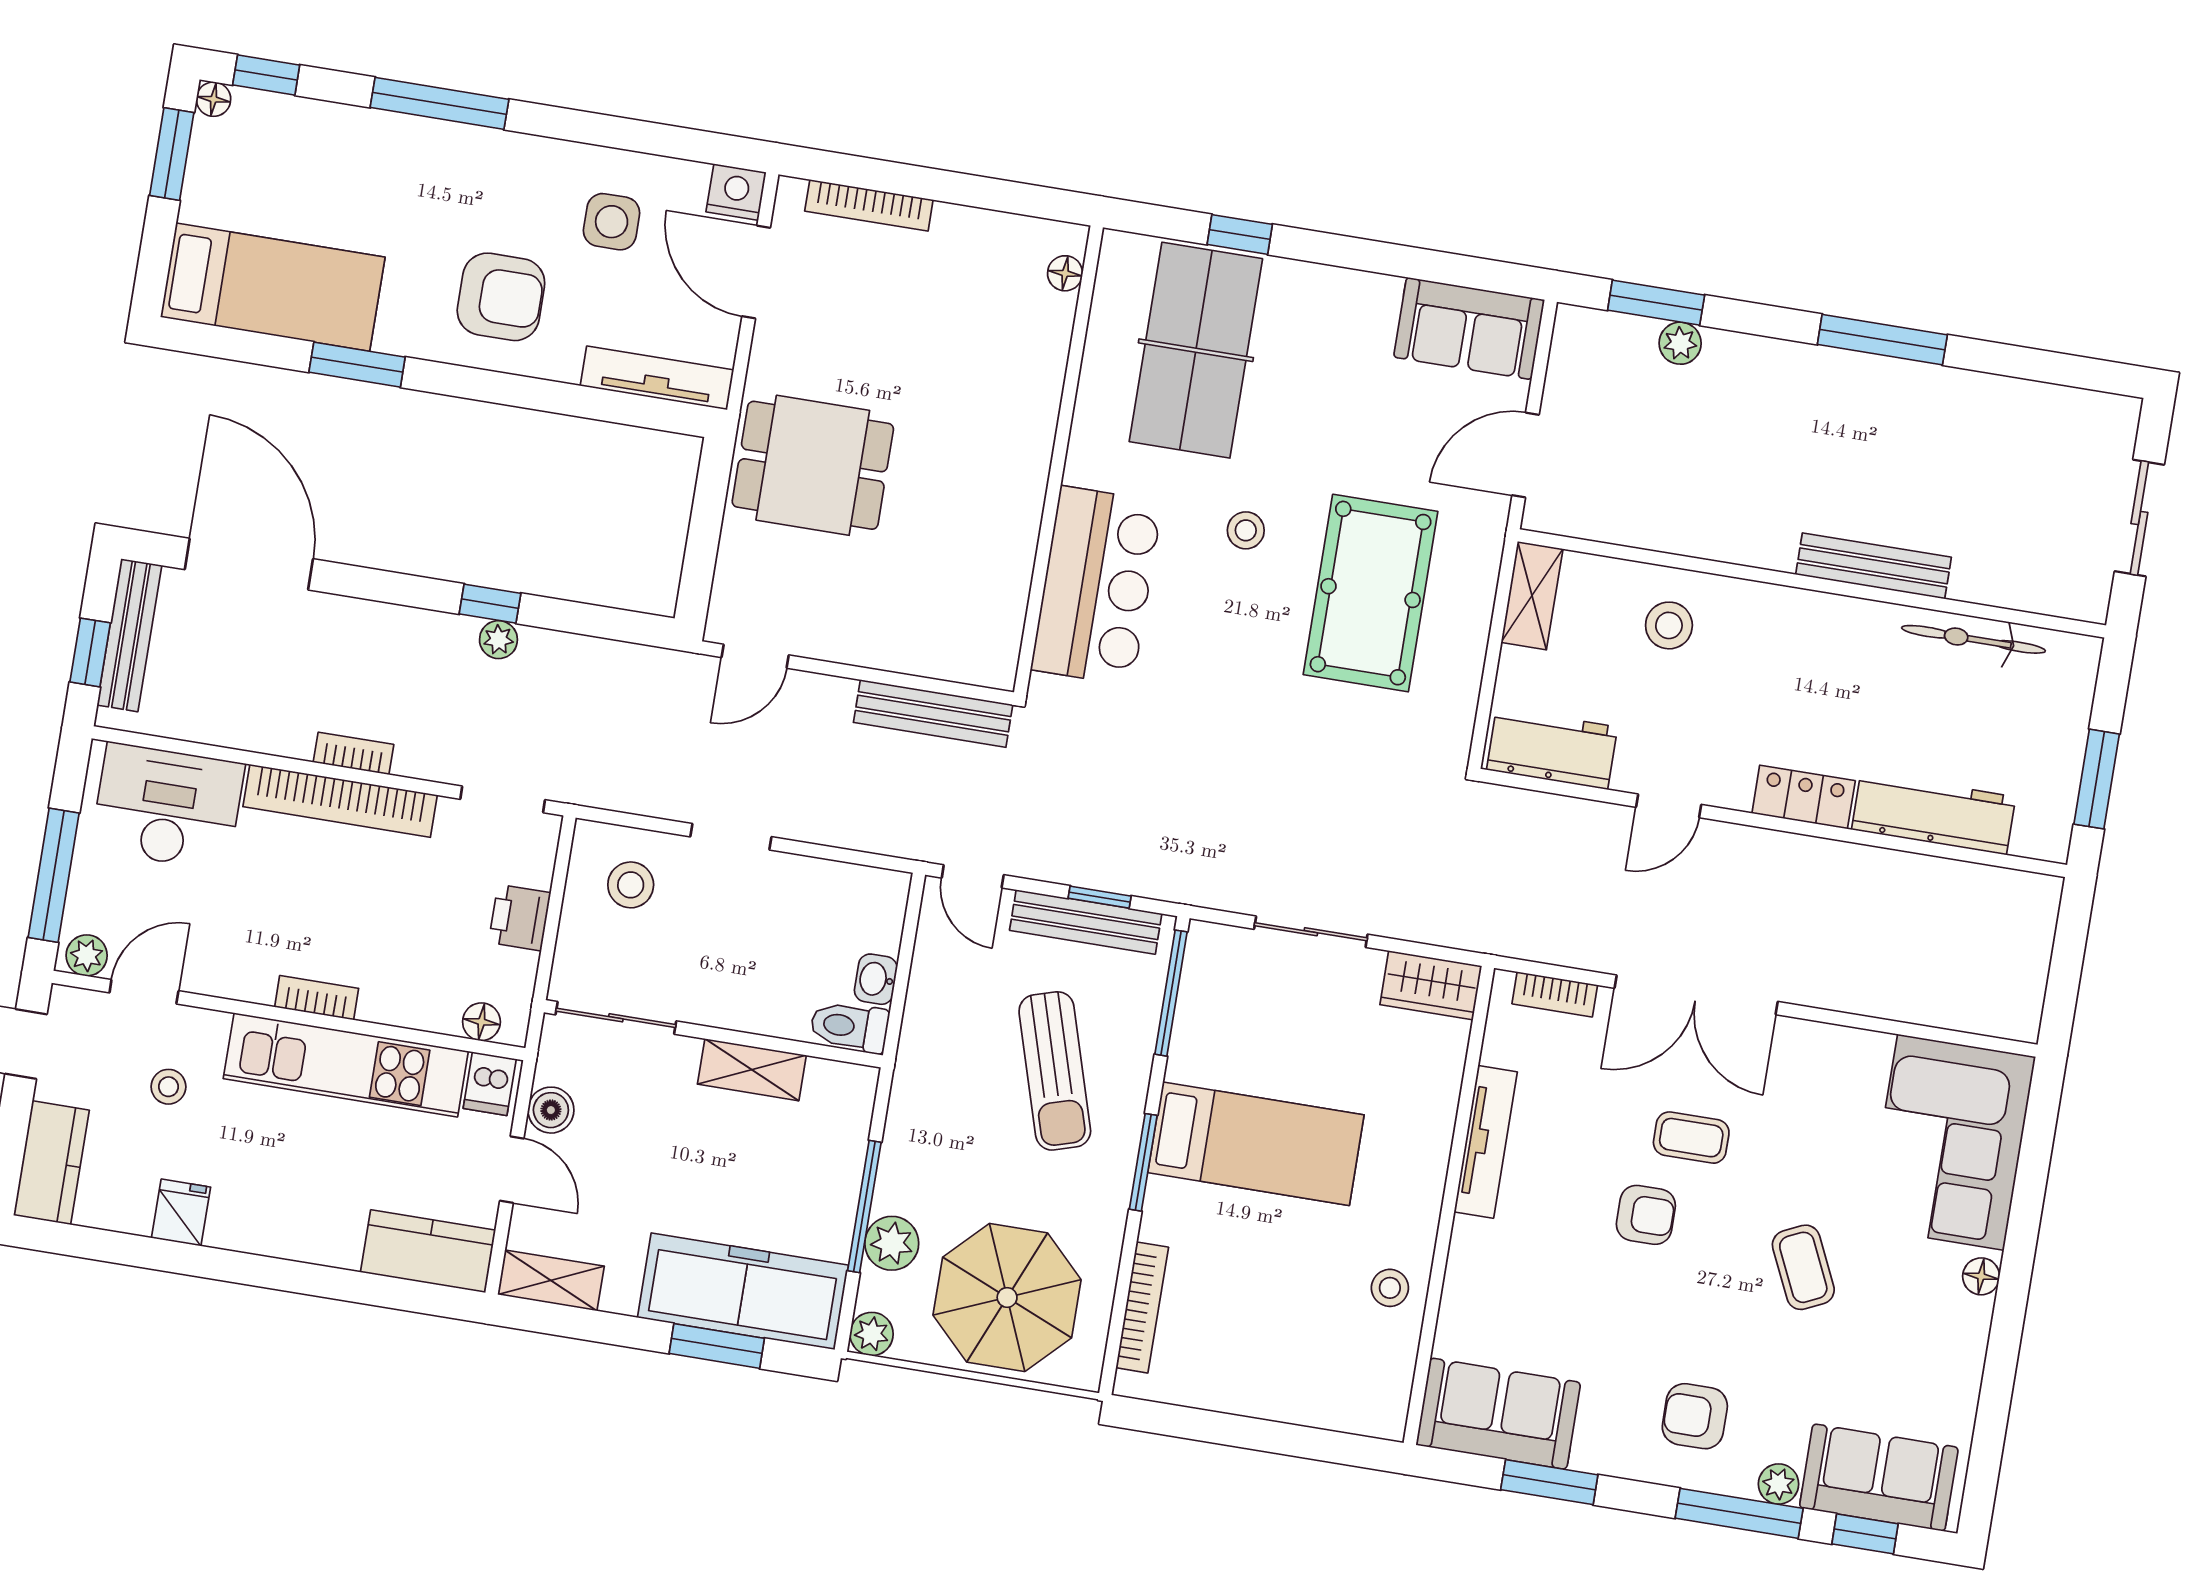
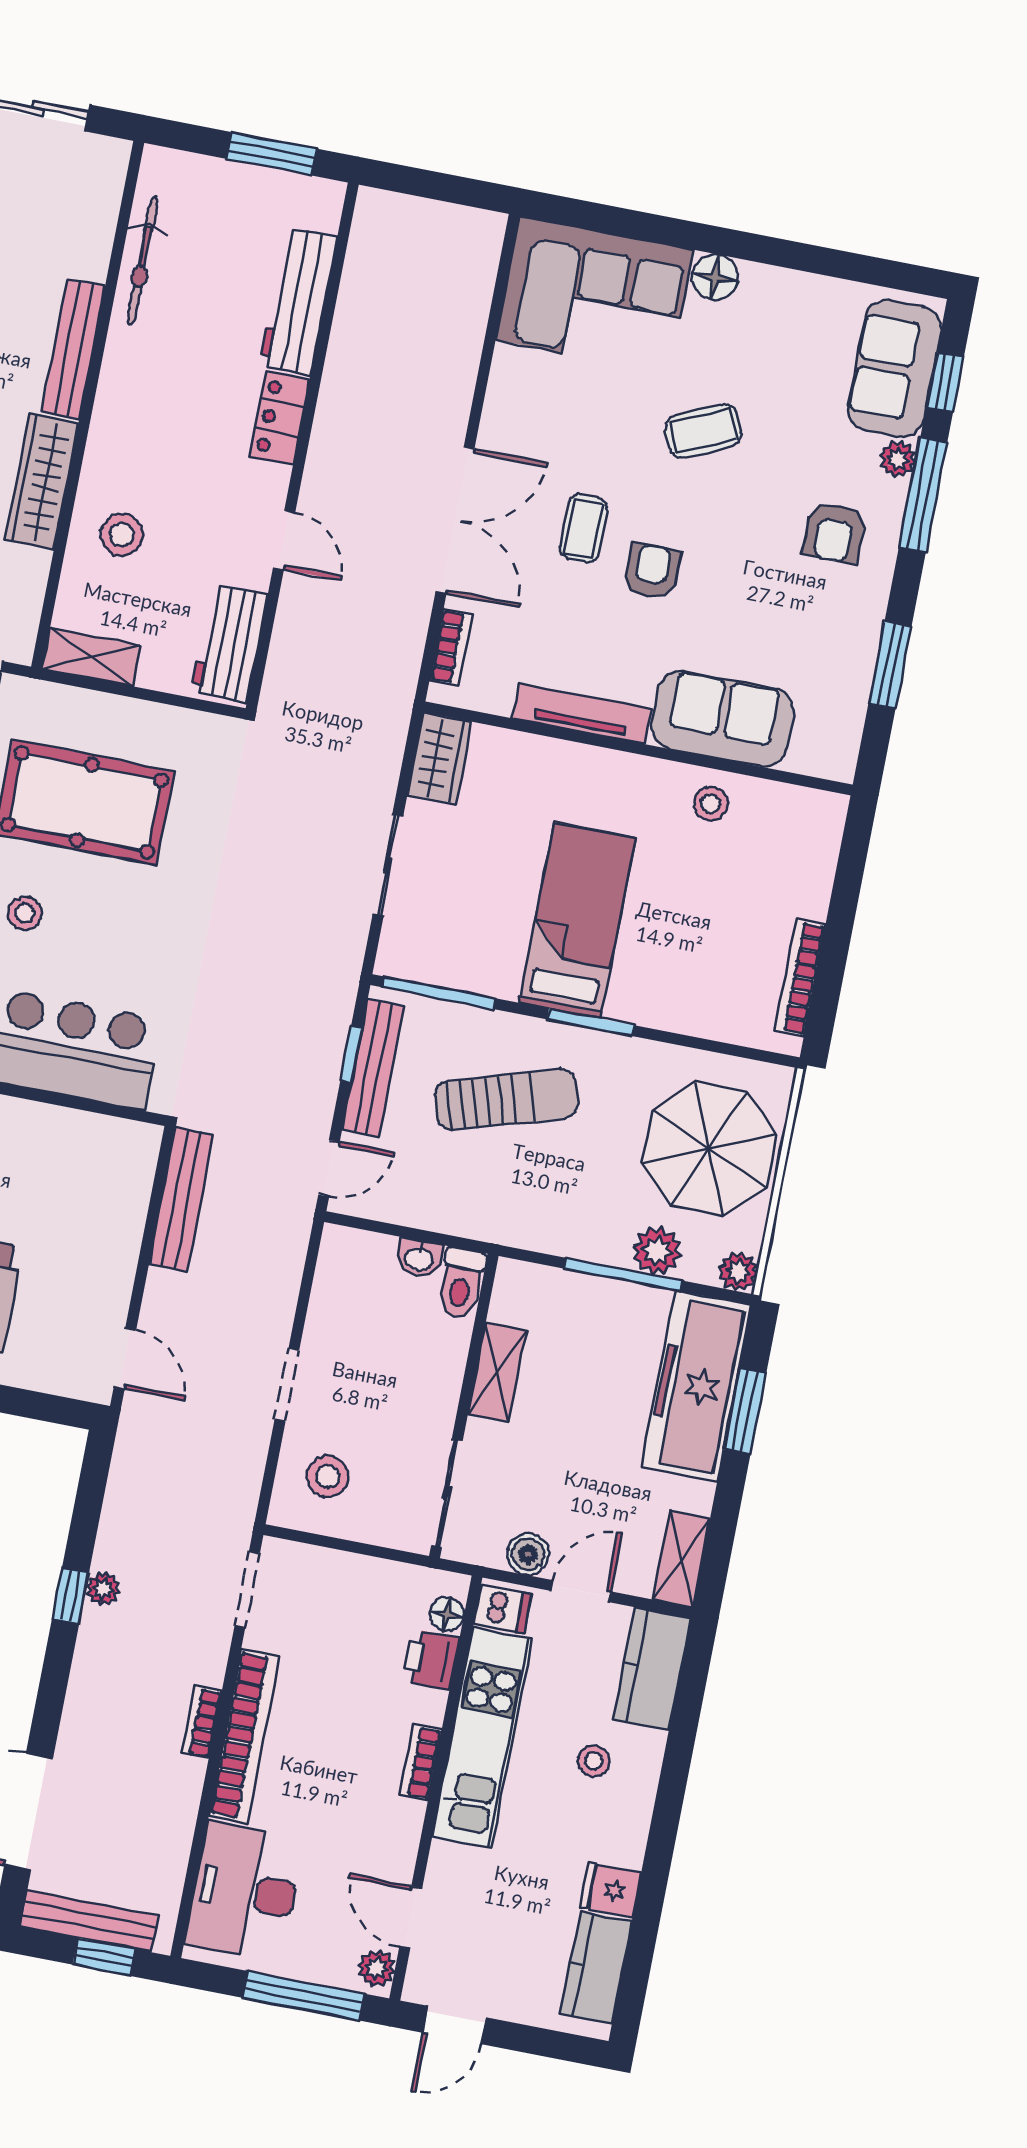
wardrobe: (1725, 535) -> (42, 482), added
printer: (520, 918) -> (431, 1659), moved, turned 90
stool: (168, 1087) -> (594, 1761), moved
kitchen counter: (51, 1163) -> (596, 1967), moved, turned -90
floor lamp: (1981, 1276) -> (715, 277), width x1.37, depth x1.37
bookcase: (1142, 1307) -> (800, 978), moved, turned -90
sofa: (1498, 1414) -> (723, 719), moved, turned 90

